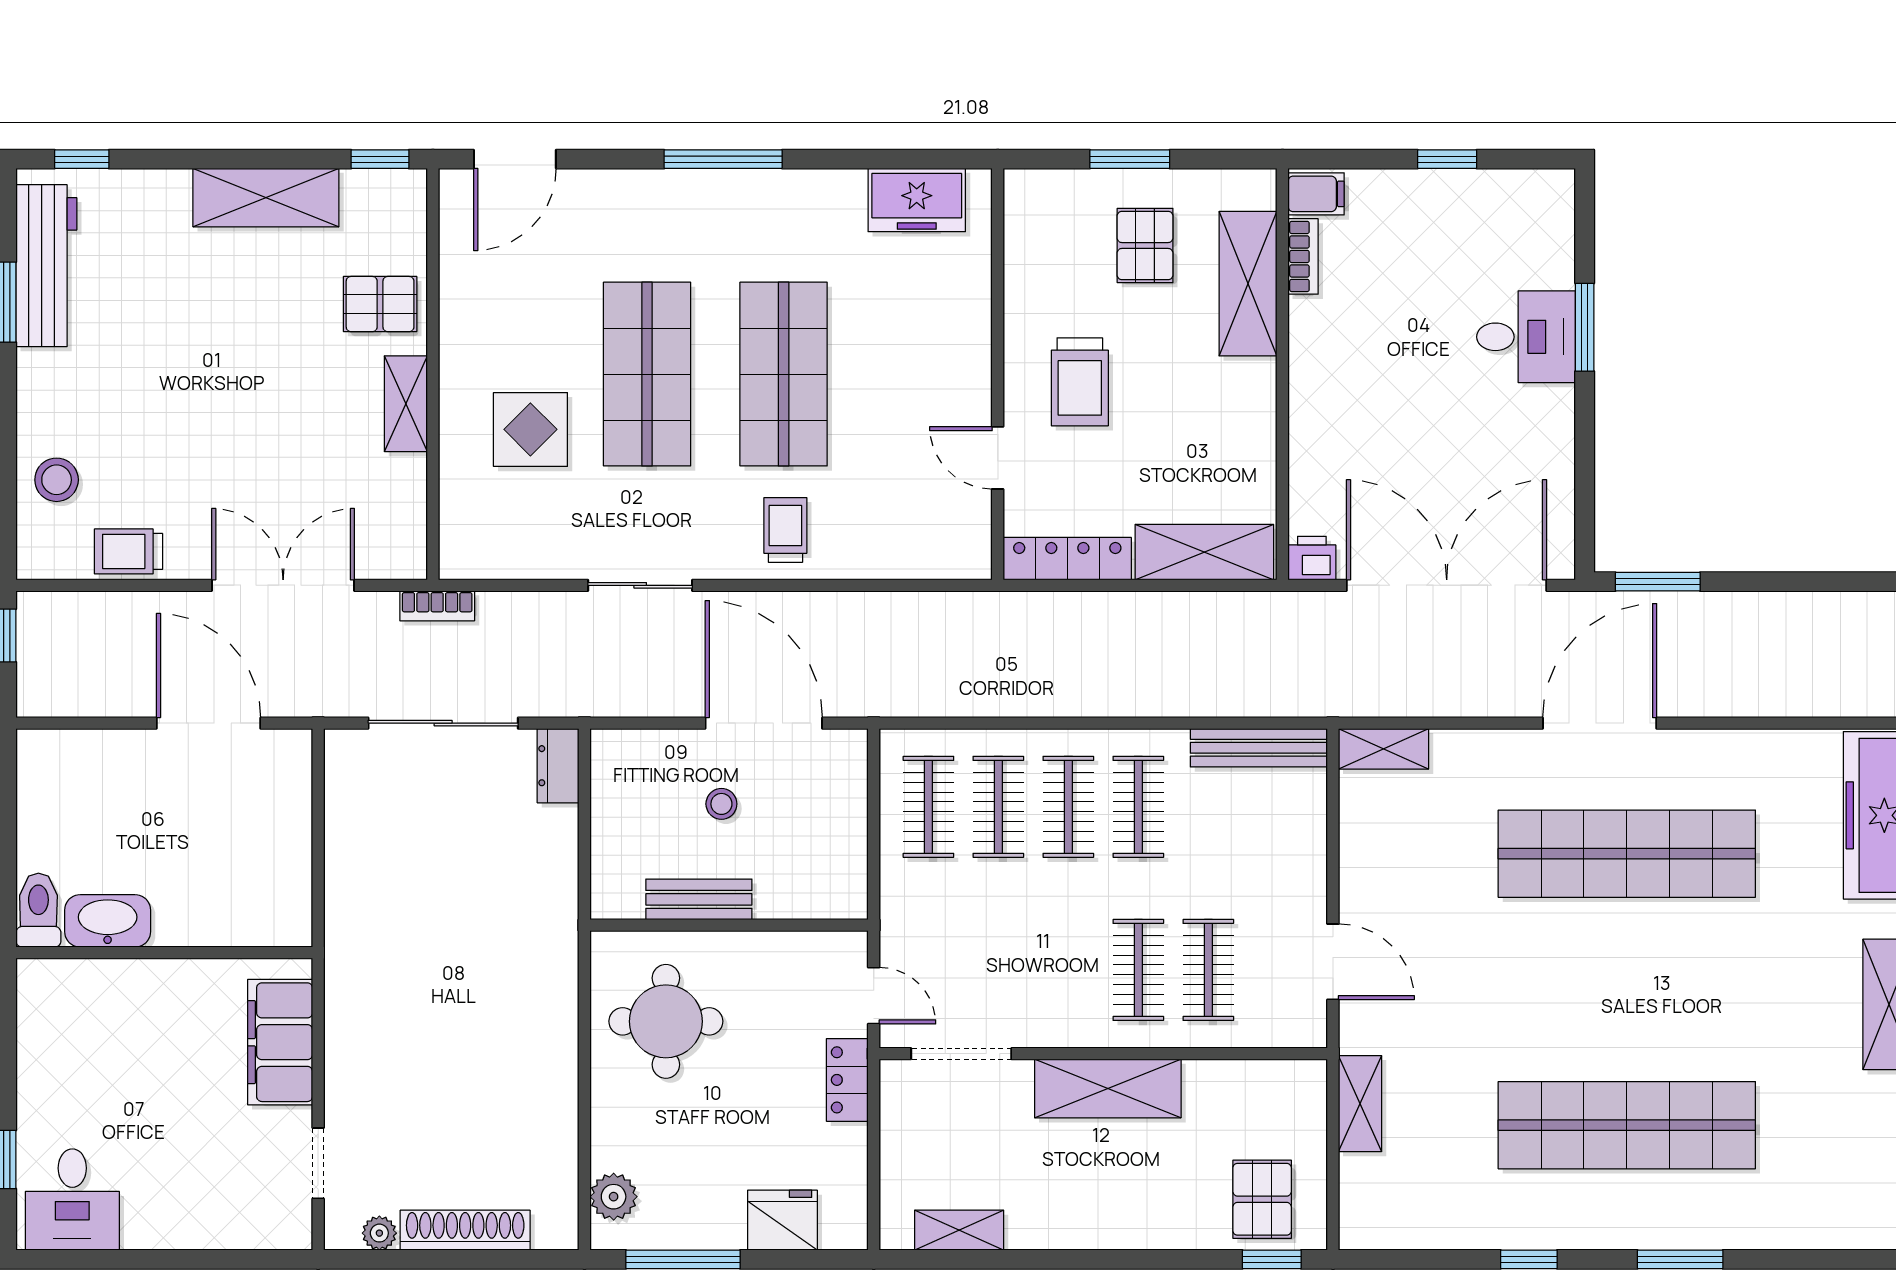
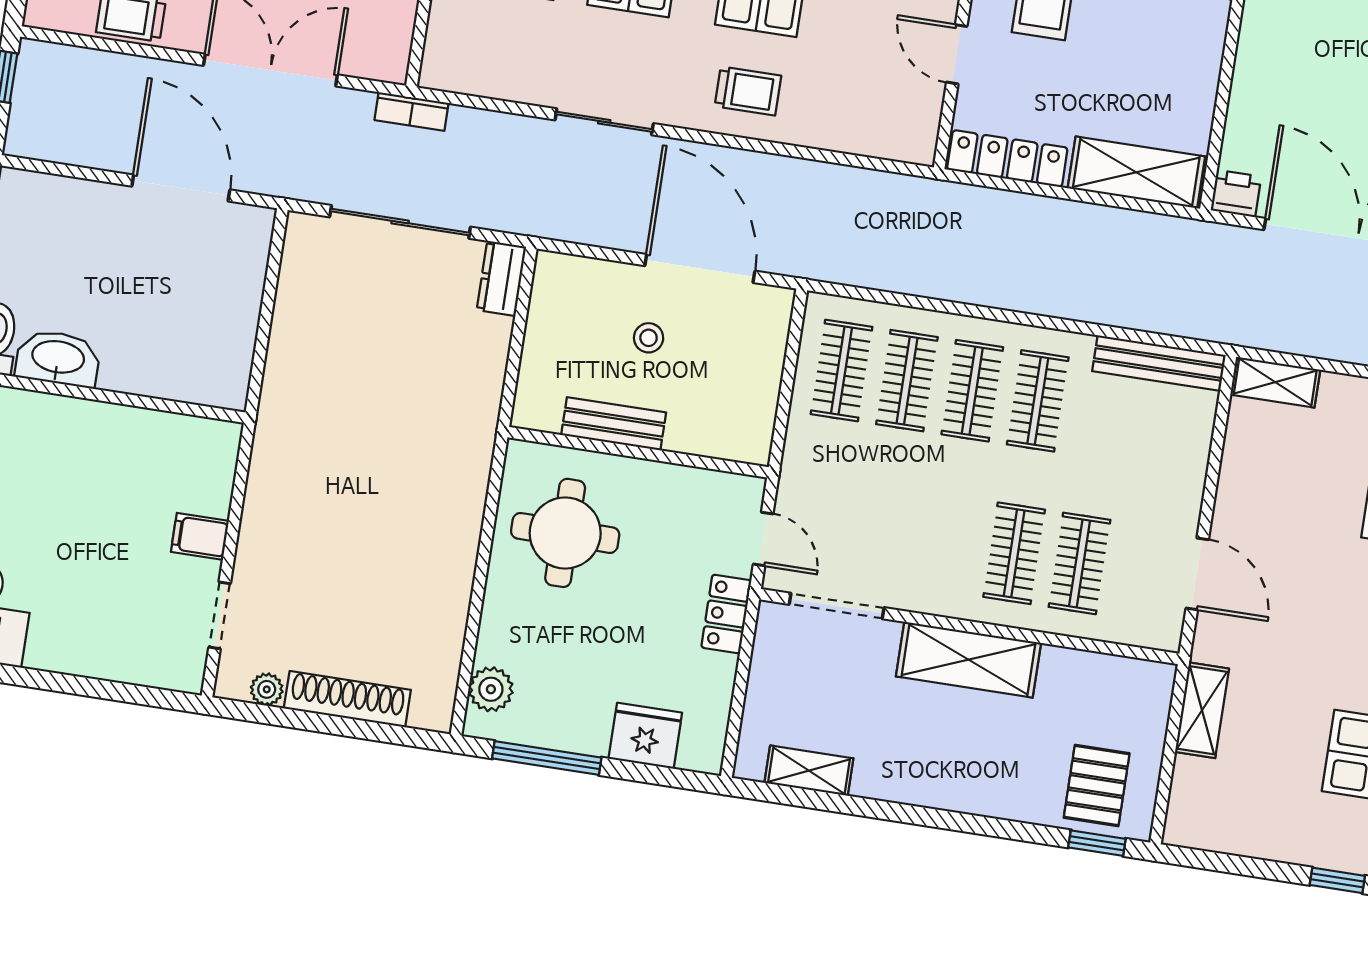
trolley: (785, 530) -> (748, 91), turned 90
filing cabinet: (280, 1042) -> (200, 536), width x0.33, depth x0.86

